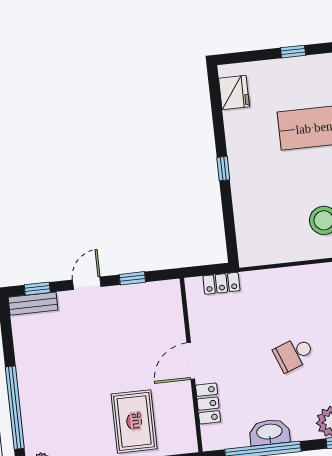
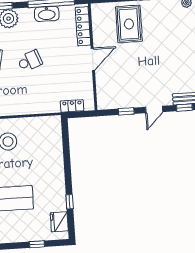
window: (293, 52) -> (37, 244), moved
window: (223, 169) -> (70, 202), moved
locker: (208, 404) -> (83, 26), width x1.53

